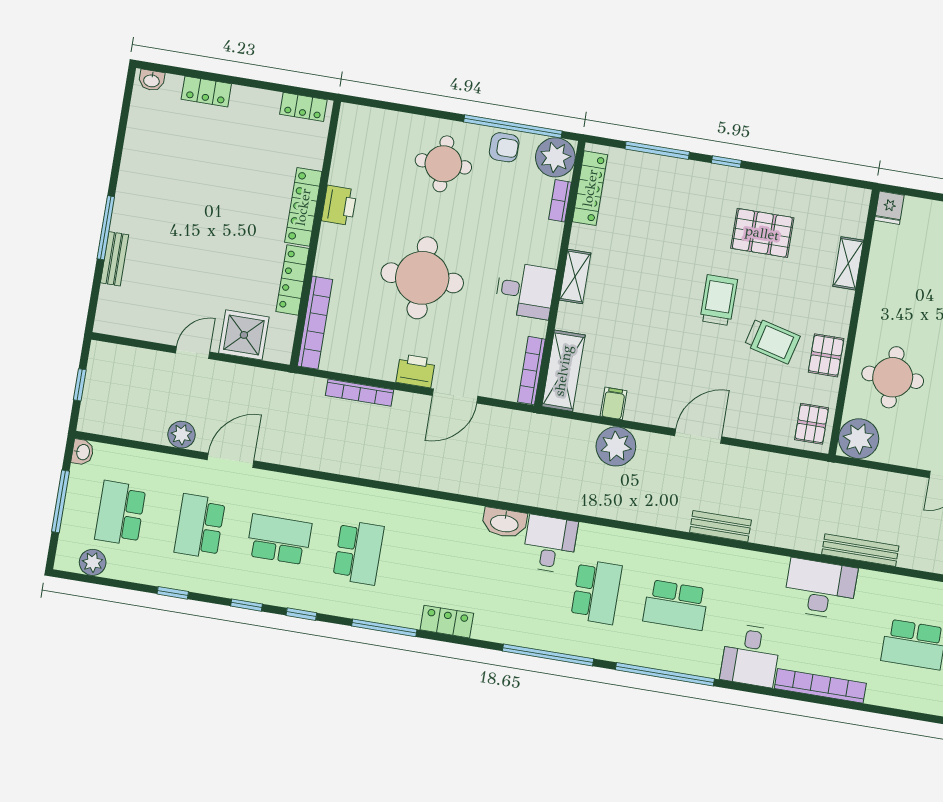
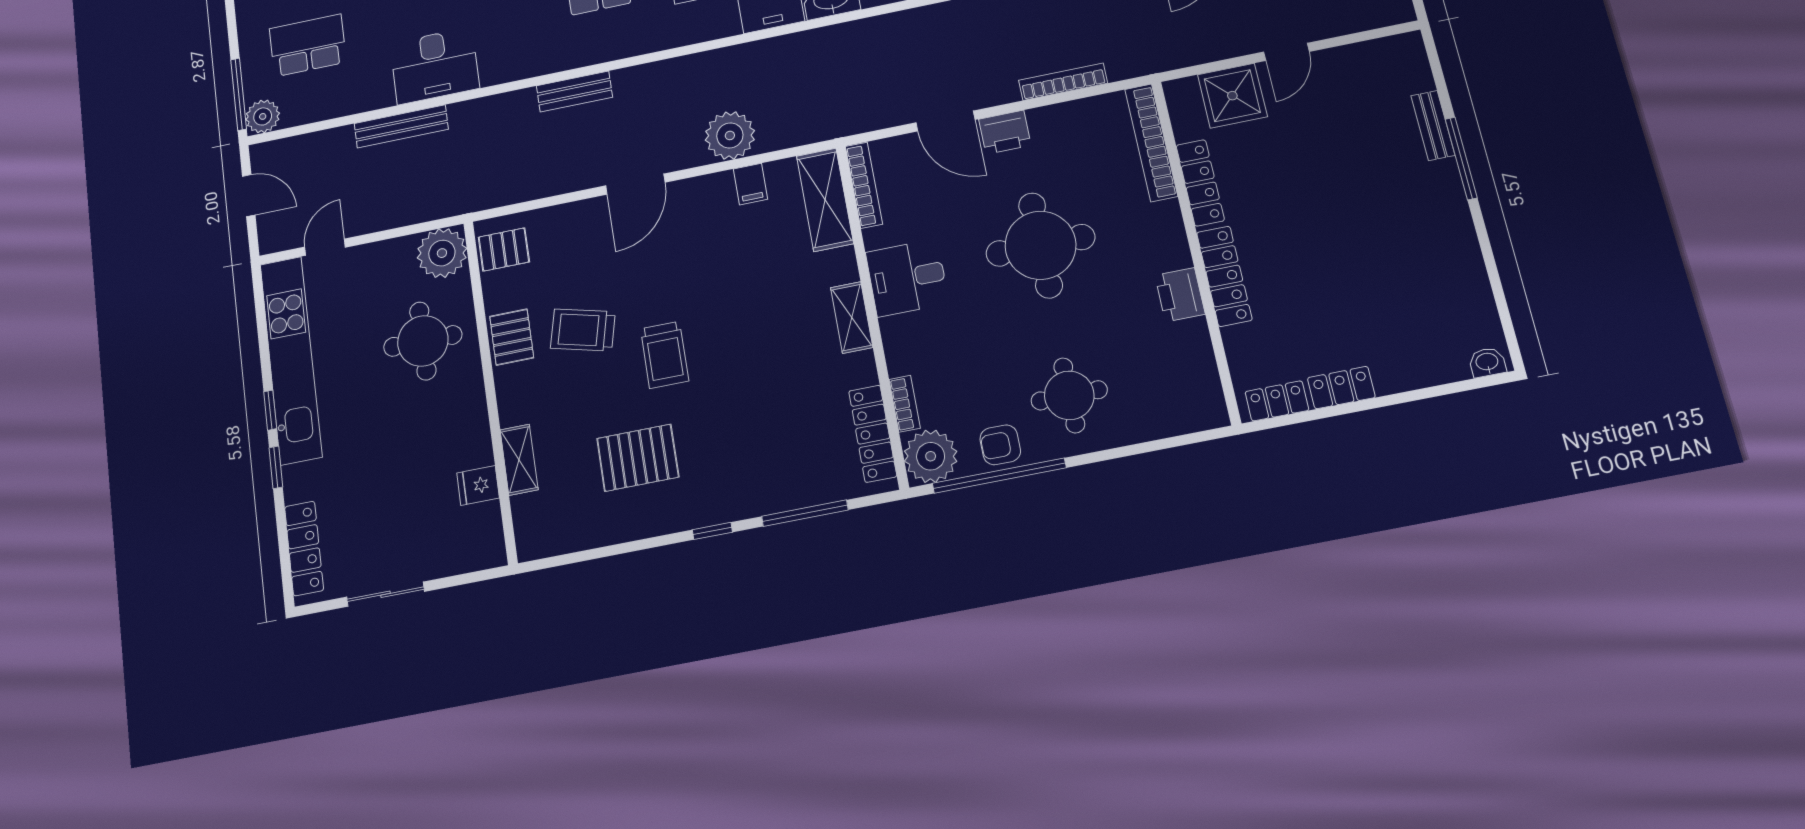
locker: (206, 92) -> (1341, 388), moved
fridge: (889, 208) -> (478, 485), moved, turned -90
door: (455, 396) -> (945, 121), swing flipped
pallet: (812, 424) -> (504, 249), turned 90

